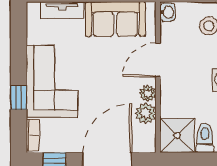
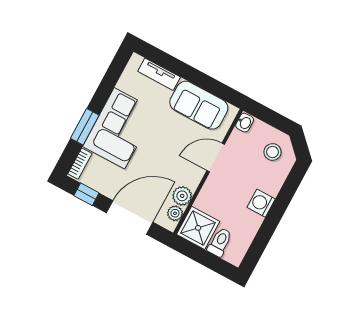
plant: (148, 93) -> (175, 213), moved
window: (19, 98) -> (85, 127), width x1.50

